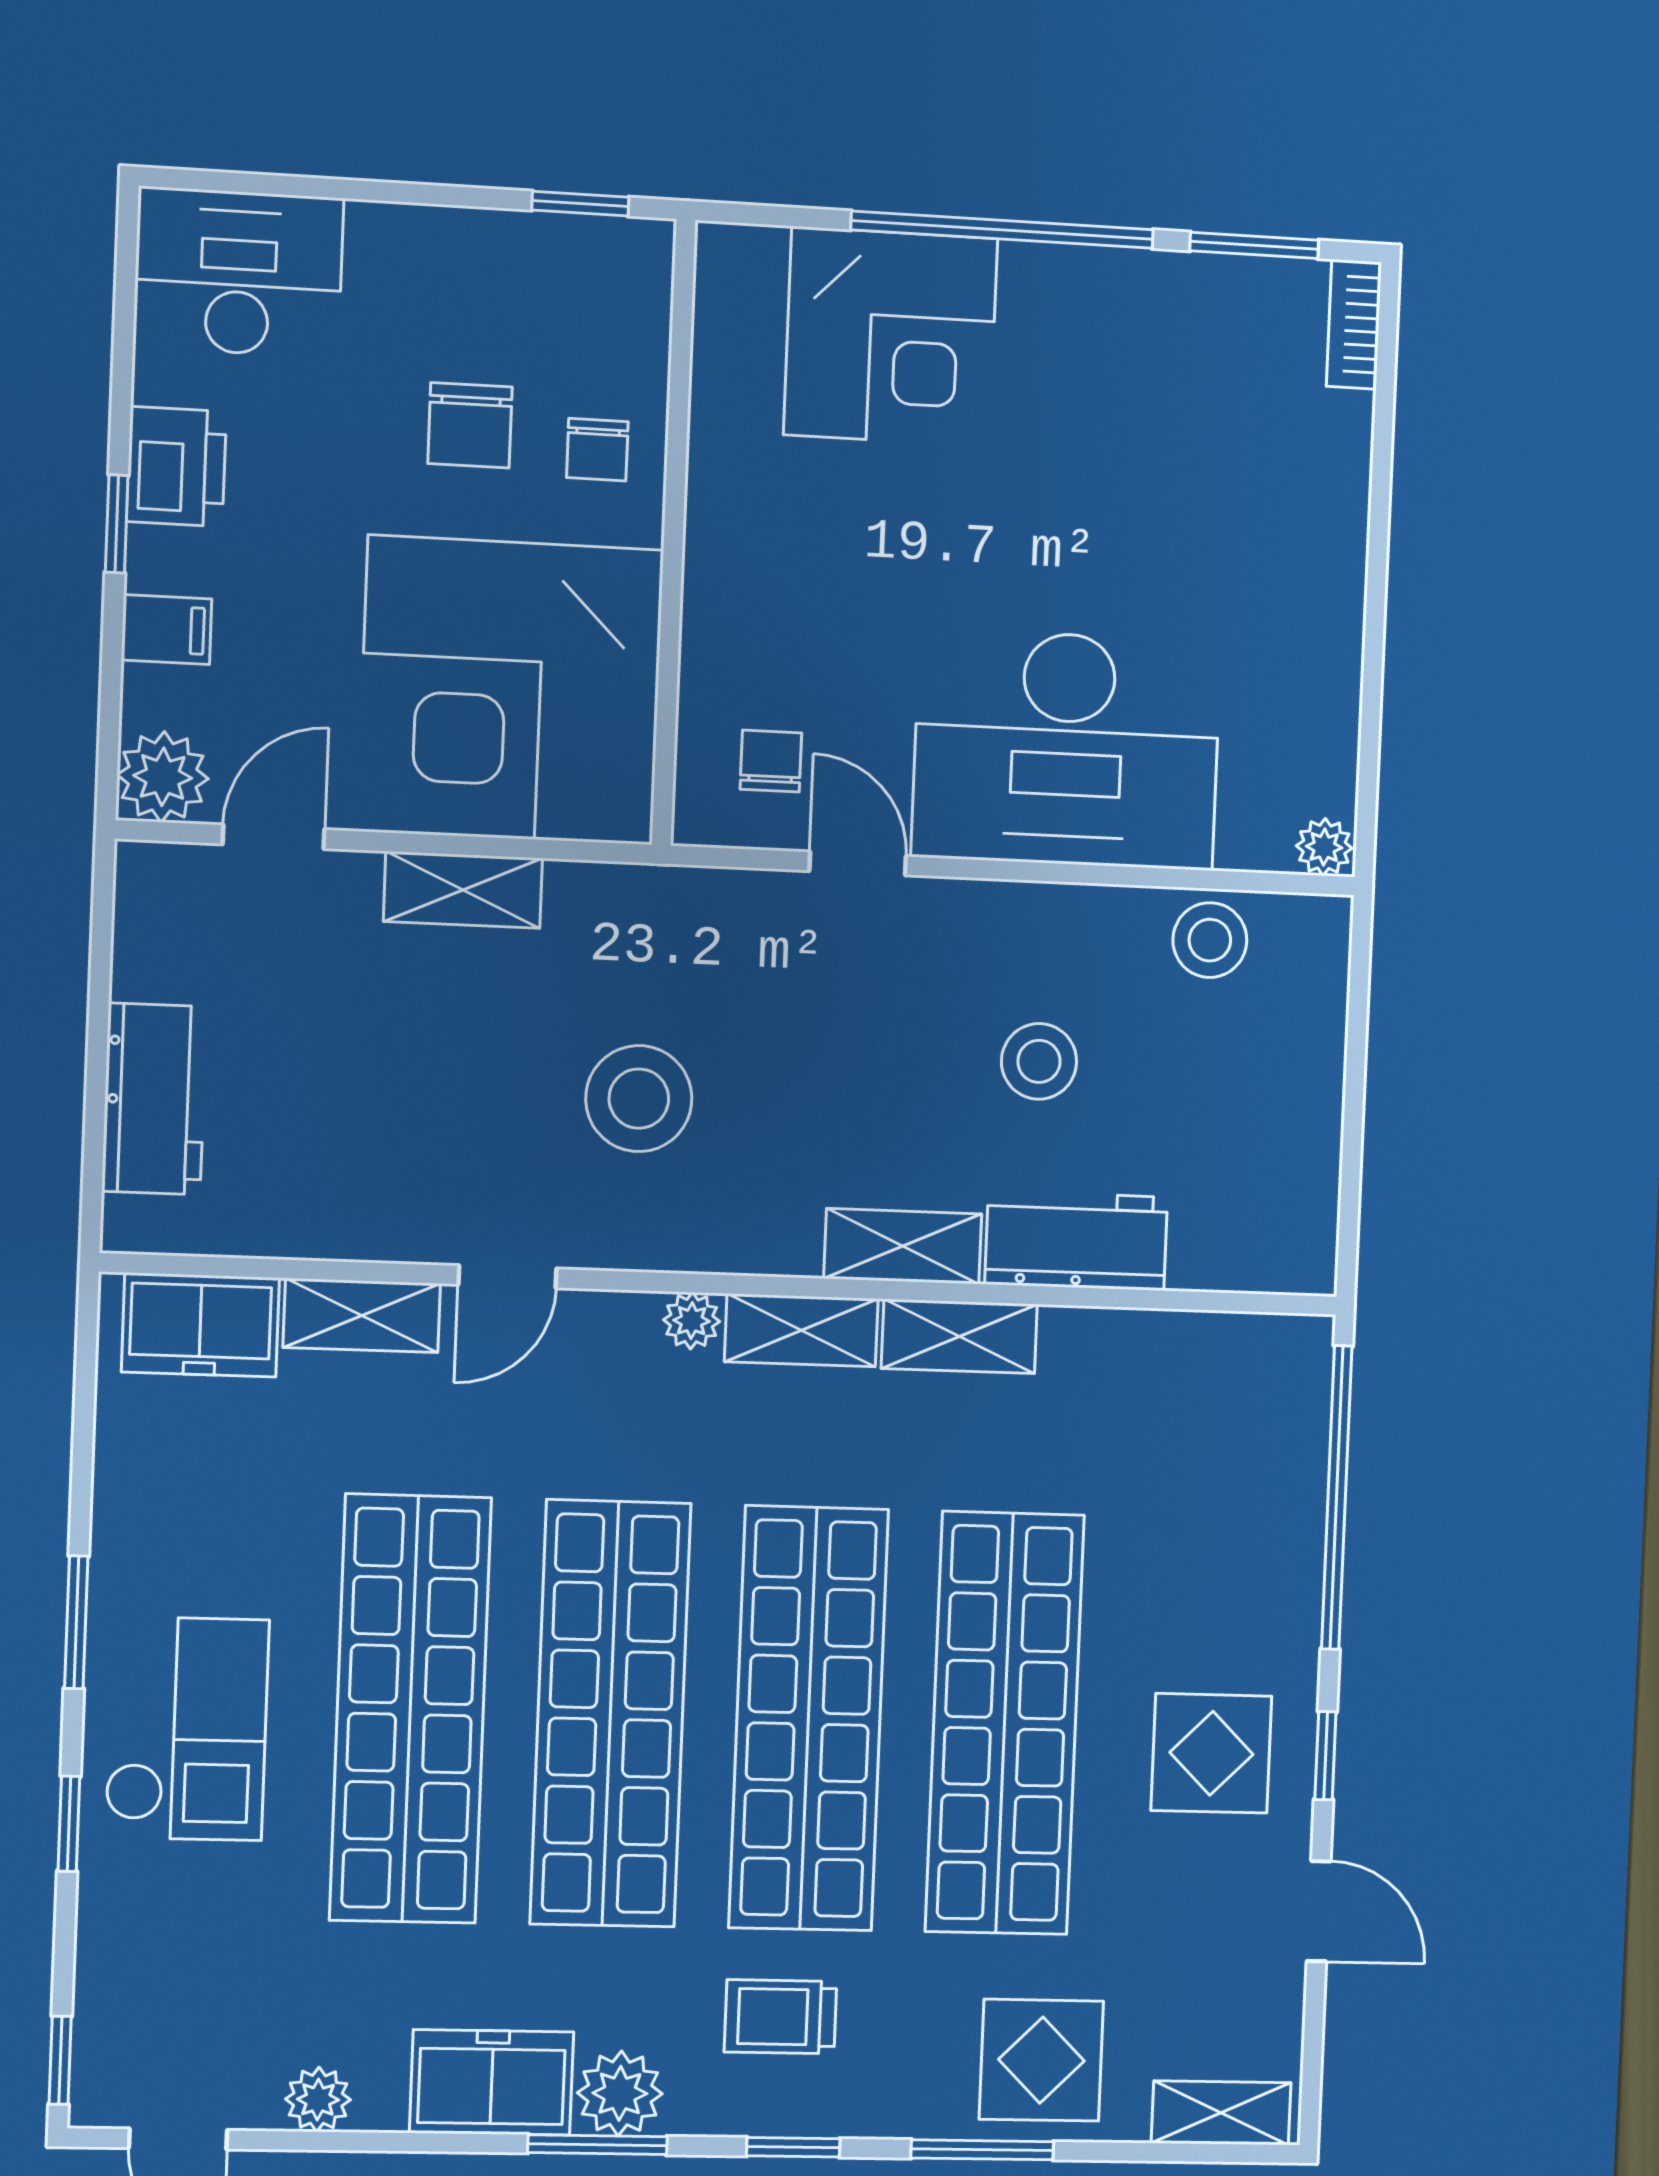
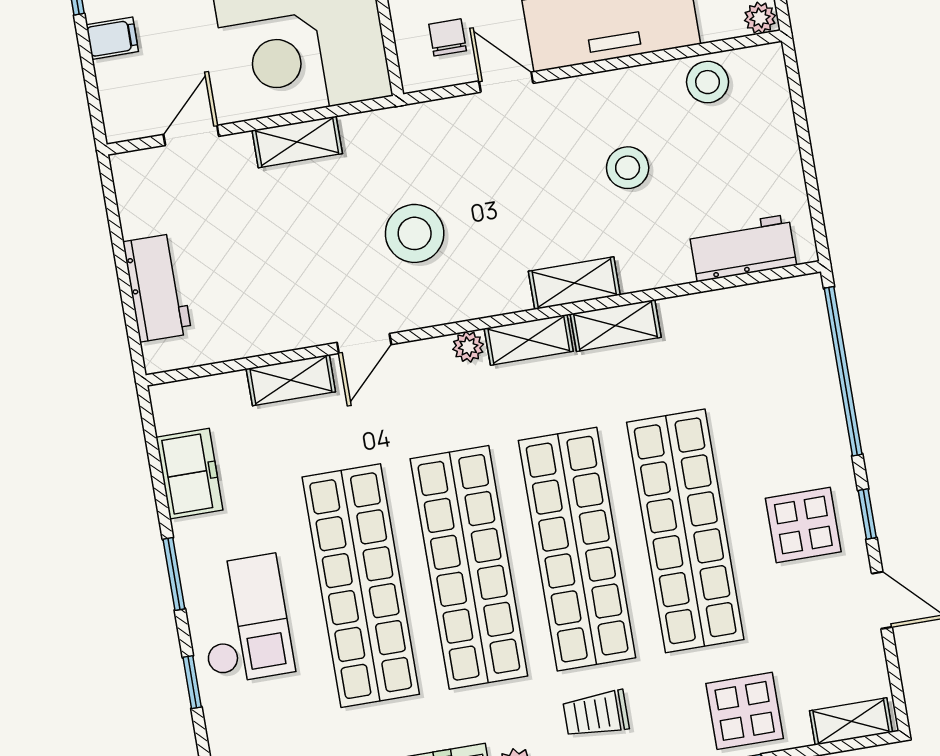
plant: (163, 777) -> (126, 116), removed
workbench: (1076, 1241) -> (743, 248), moved
freezer: (200, 1325) -> (189, 474), moved, turned -90

